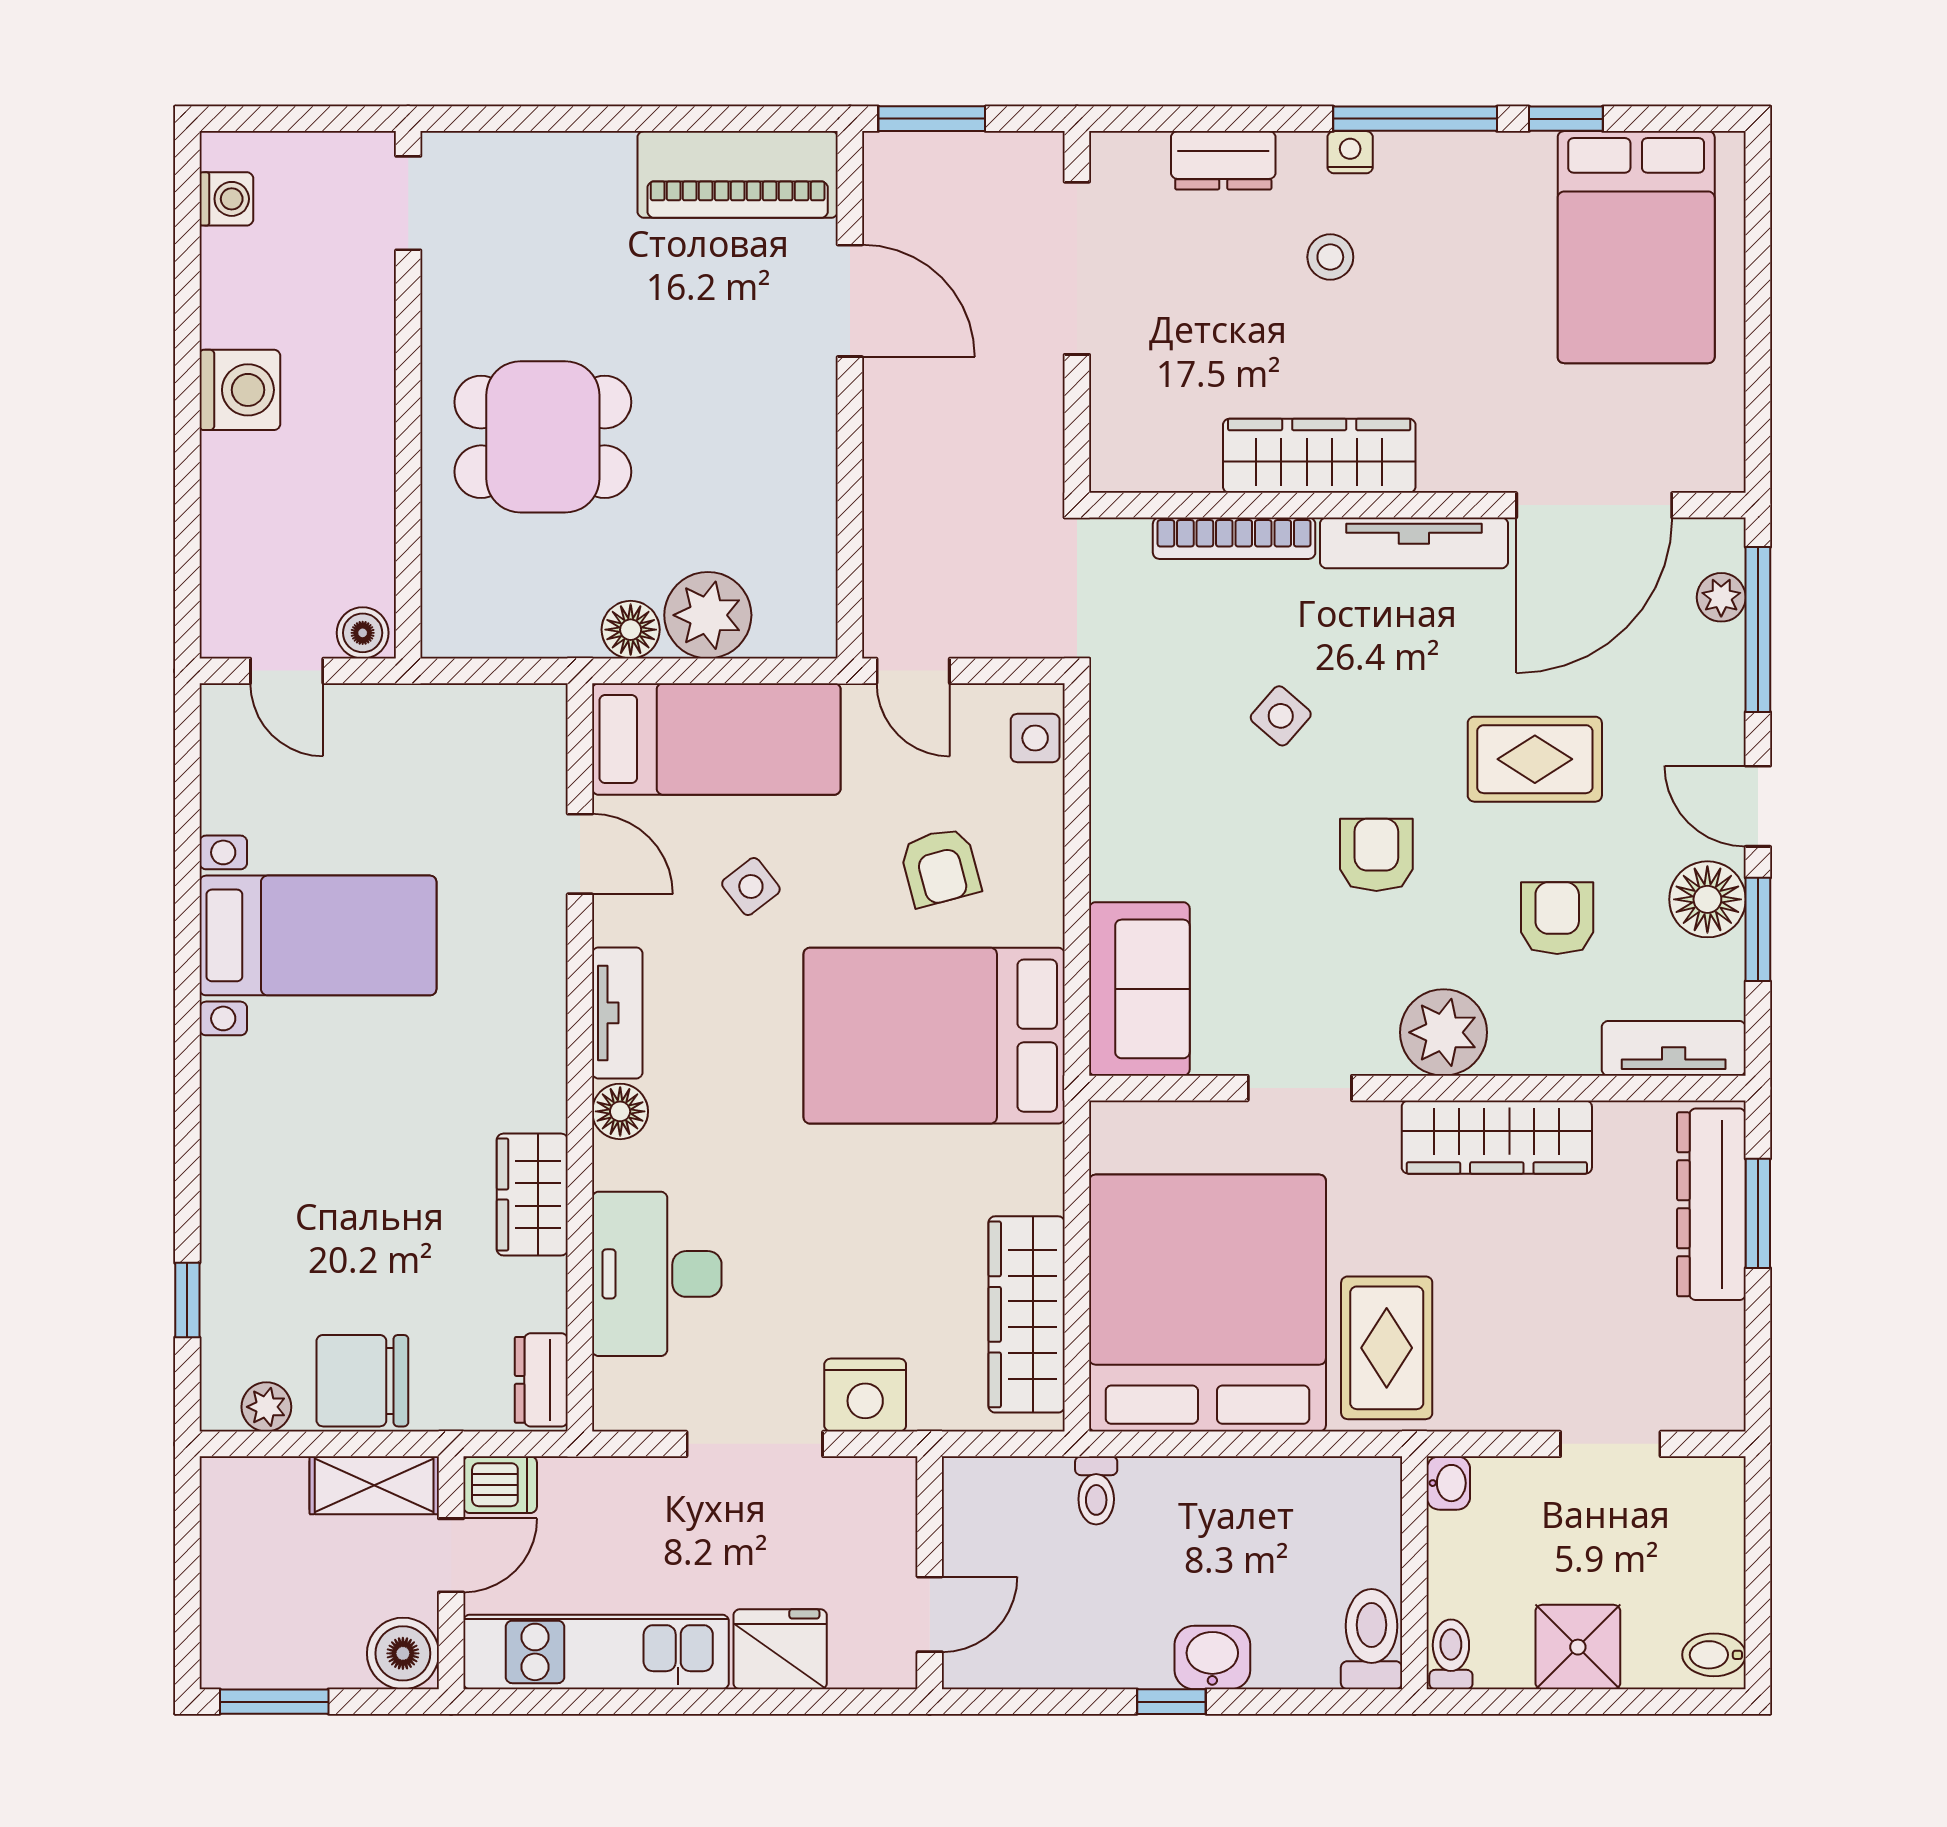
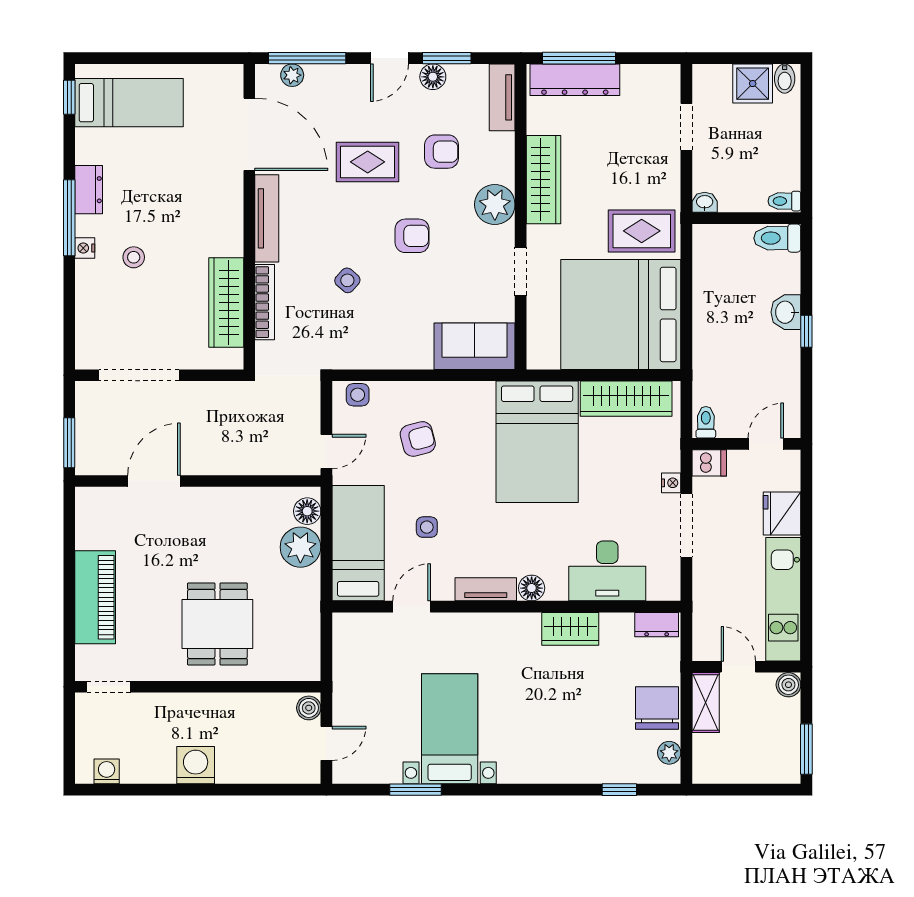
window: (1566, 119) -> (69, 97), moved
dresser: (1223, 160) -> (89, 190), moved
piano: (738, 174) -> (95, 597), moved
bed: (1636, 247) -> (129, 103), width x0.67
wardrobe: (1319, 456) -> (226, 303), moved
floor lamp: (631, 630) -> (307, 511), moved
rug: (1535, 759) -> (368, 162), turned 90
armchair: (1376, 855) -> (412, 236), turned 180
window: (187, 862) -> (415, 790), added
side table: (751, 887) -> (427, 527), turned 38
floor lamp: (1707, 899) -> (433, 77), width x0.73, depth x0.73
armchair: (1557, 918) -> (442, 152), turned 180
bed: (934, 1036) -> (537, 442), moved
window: (1758, 1213) -> (579, 58), width x1.44
chair: (362, 1381) -> (657, 708), turned 180
nightstand: (865, 1395) -> (671, 483), width x0.53, depth x0.56
dishwasher: (500, 1485) -> (709, 463), moved, turned 90
toilet: (1096, 1490) -> (706, 422), moved, turned -90
door: (930, 1614) -> (766, 444), hinge flipped
shower: (1578, 1647) -> (753, 84), moved
boiler: (403, 1653) -> (788, 685), width x0.73, depth x0.73

